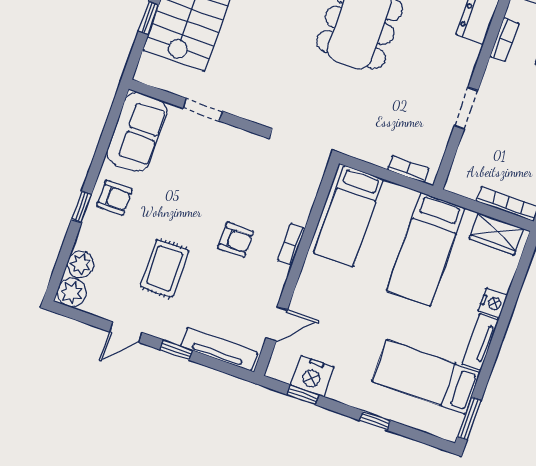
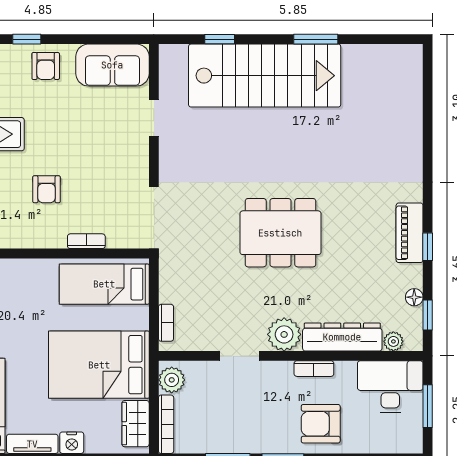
plant: (460, 57) -> (284, 334), added
plant: (466, 183) -> (172, 380), added
bookcase: (291, 244) -> (86, 241), moved
bed: (426, 249) -> (99, 365), width x1.50

